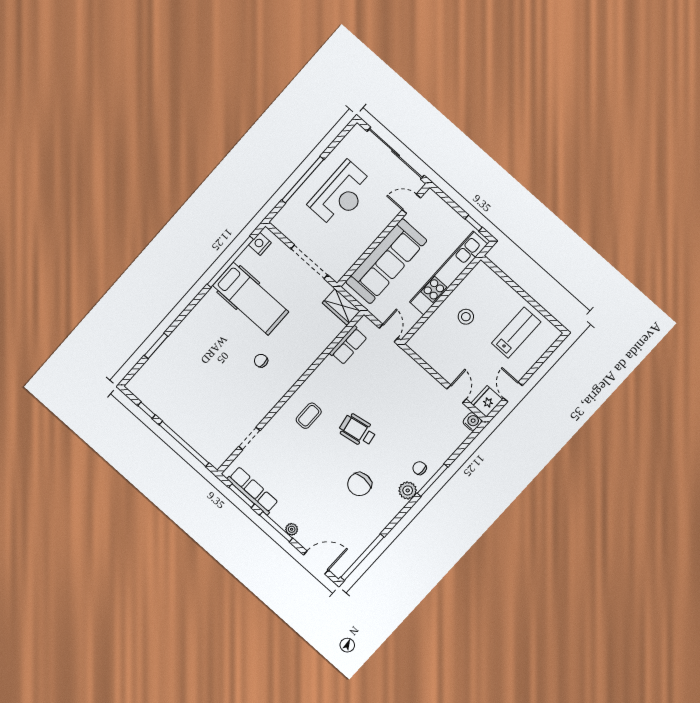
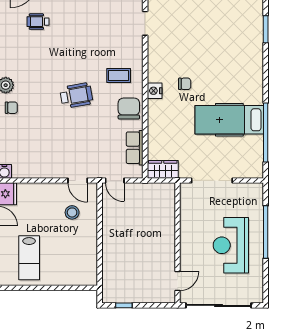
nightstand: (260, 244) -> (155, 91), moved, turned 180
sofa: (386, 261) -> (160, 227), removed
kitchen unit: (448, 273) -> (111, 257), removed
stool: (466, 317) -> (72, 212), moved
door: (457, 394) -> (78, 180), moved
coffee table: (309, 416) -> (119, 75), turned 90
chair: (360, 484) -> (129, 109), moved
wheelchair: (335, 518) -> (38, 22), added

